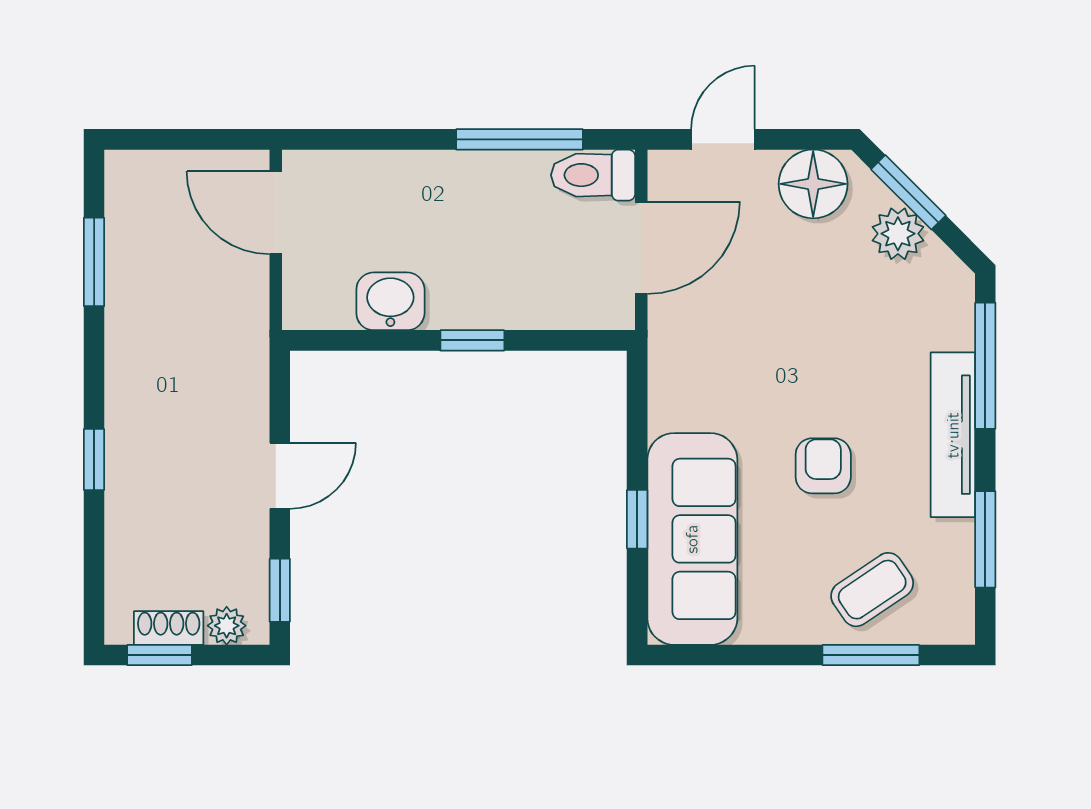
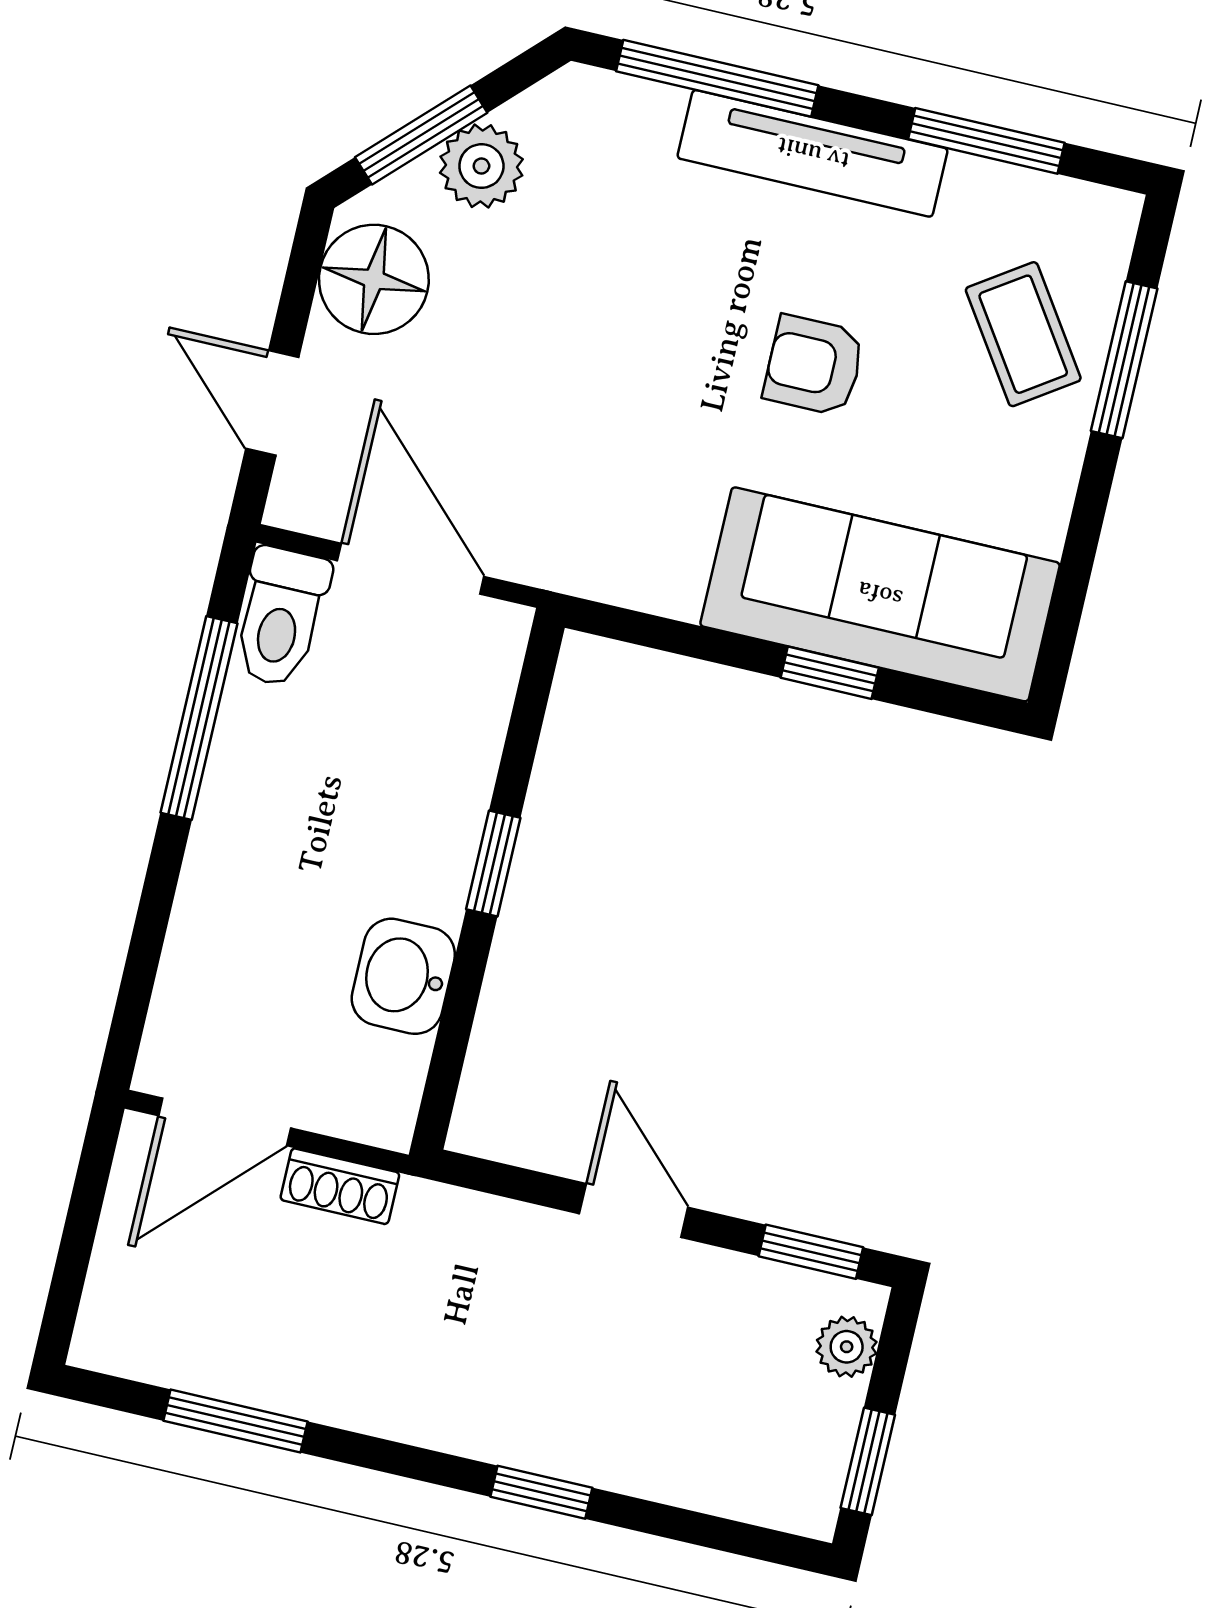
shoe rack: (169, 628) -> (340, 1186), moved, turned -90

